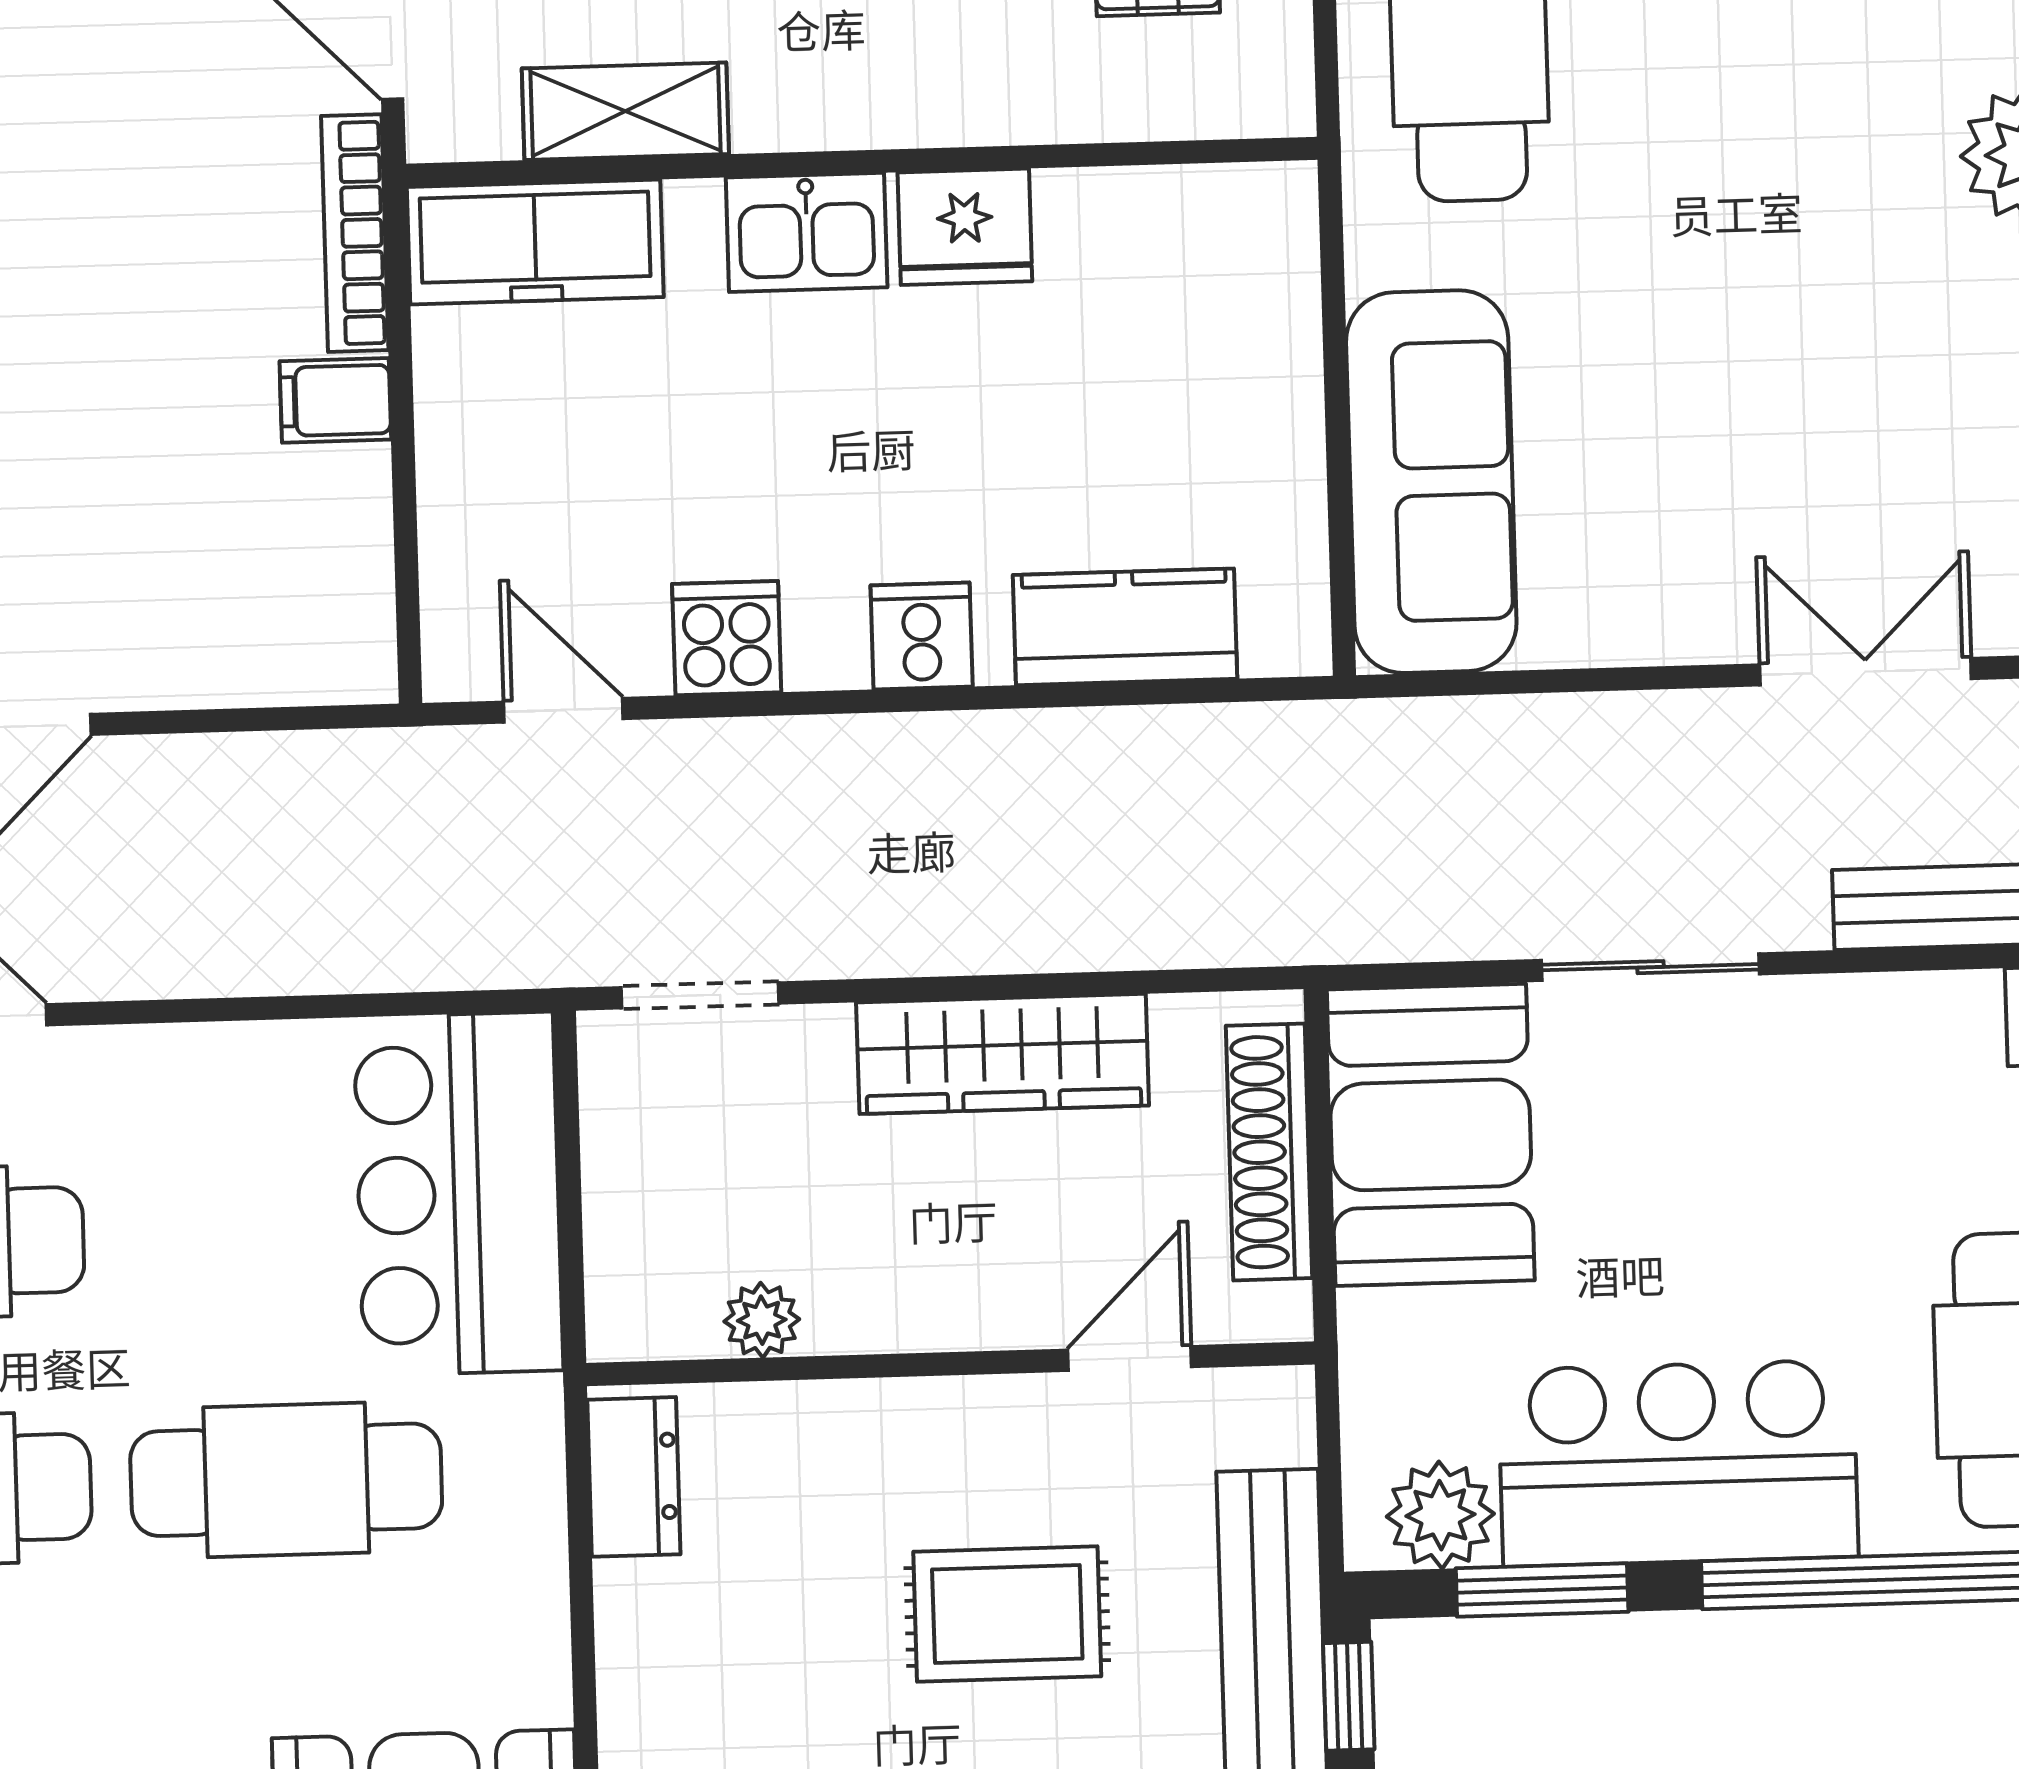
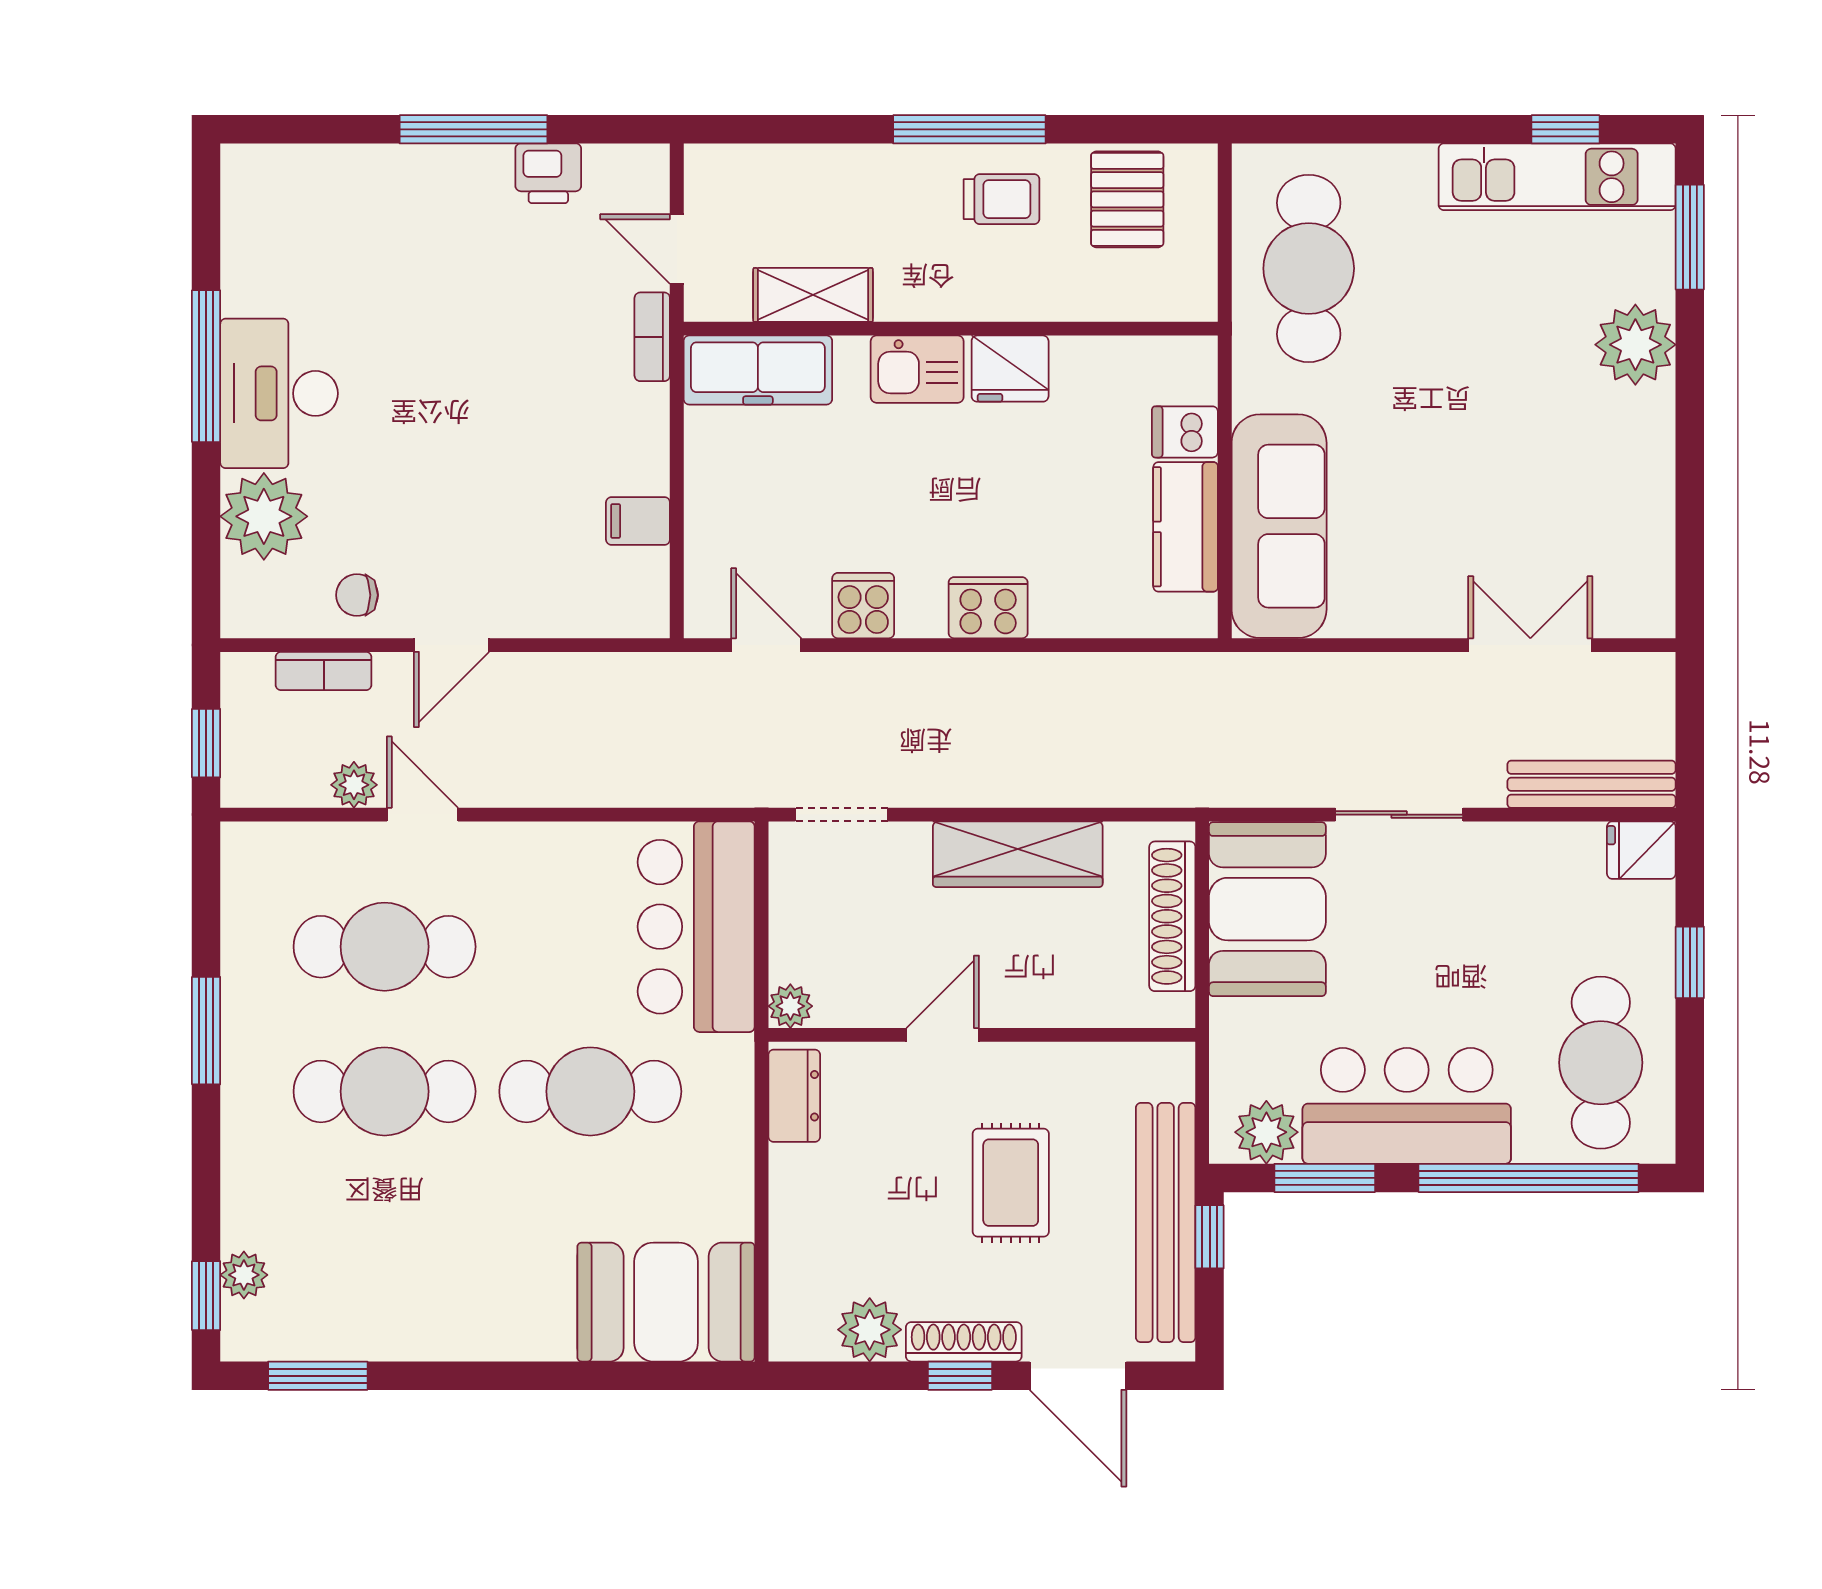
bookcase: (355, 233) -> (652, 337), width x0.64
dishwasher: (1266, 326) -> (1185, 432), added
filing cabinet: (335, 400) -> (638, 521), moved
kitchen counter: (1125, 627) -> (1186, 527), moved, turned -90
cooker: (922, 636) -> (988, 608), width x1.36
plant: (762, 1320) -> (790, 1006), moved
door: (1130, 1358) -> (943, 1035), moved
rug: (1007, 1614) -> (1011, 1183), turned 90

